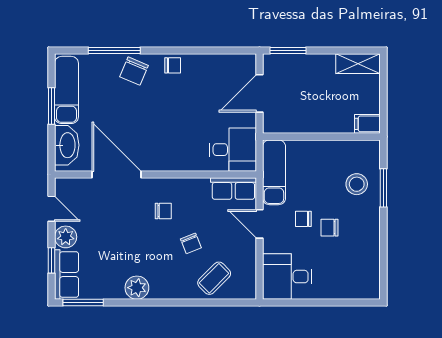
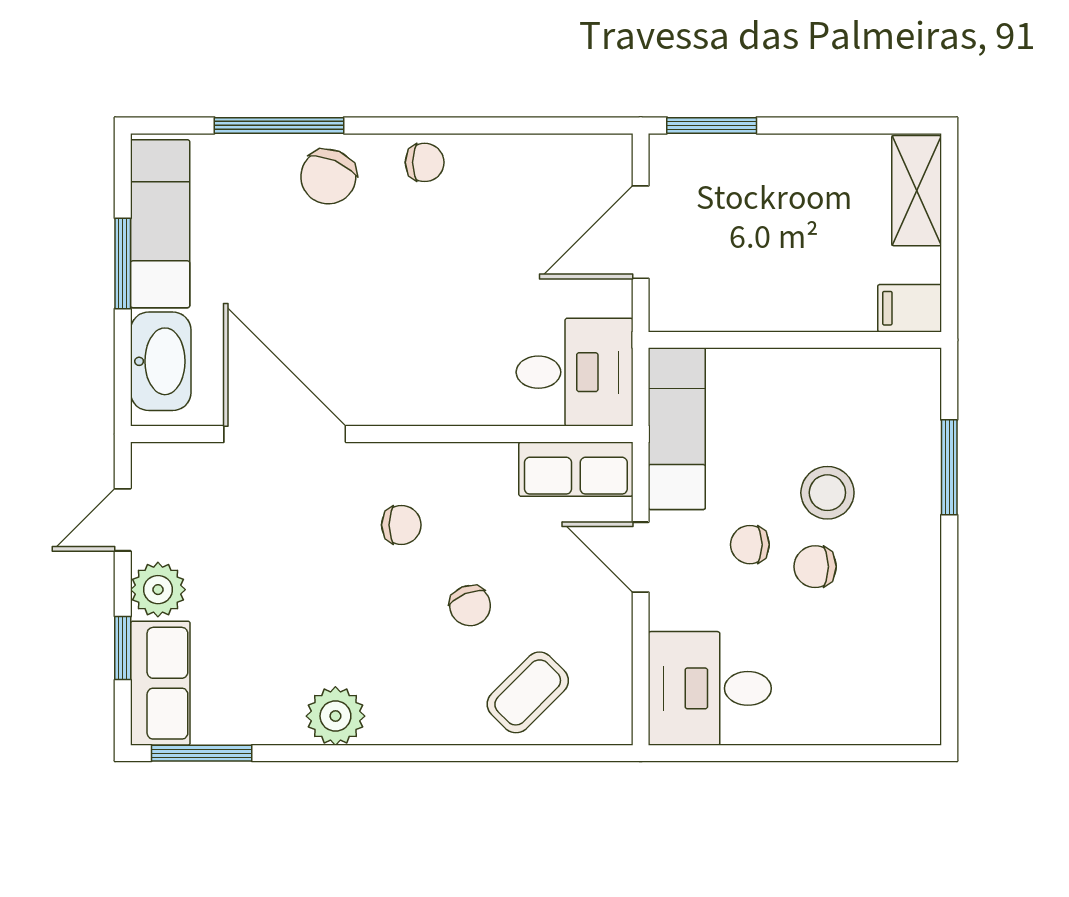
shelving: (358, 64) -> (917, 191), moved, turned 90
stool: (357, 184) -> (827, 493), moved
door: (51, 209) -> (123, 520), swing flipped

